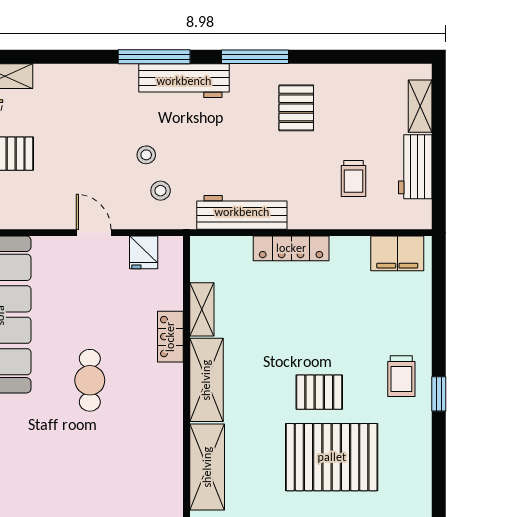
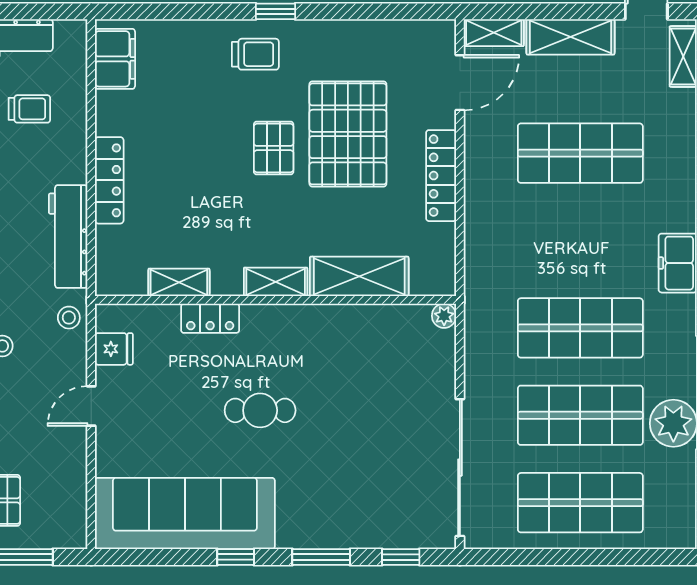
stool: (161, 191) -> (69, 318), moved
shelving: (206, 380) -> (276, 282), width x0.67, depth x0.75

